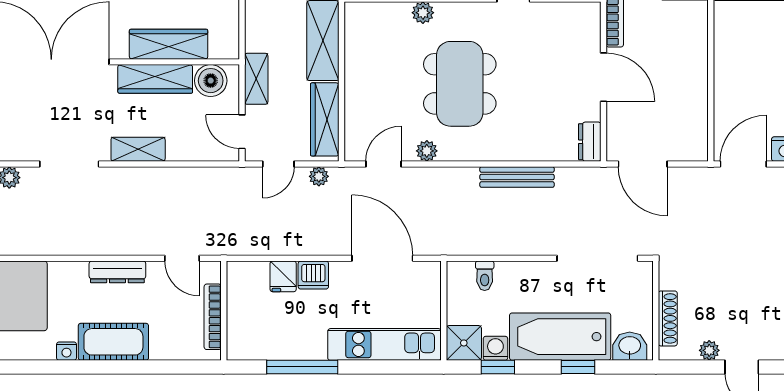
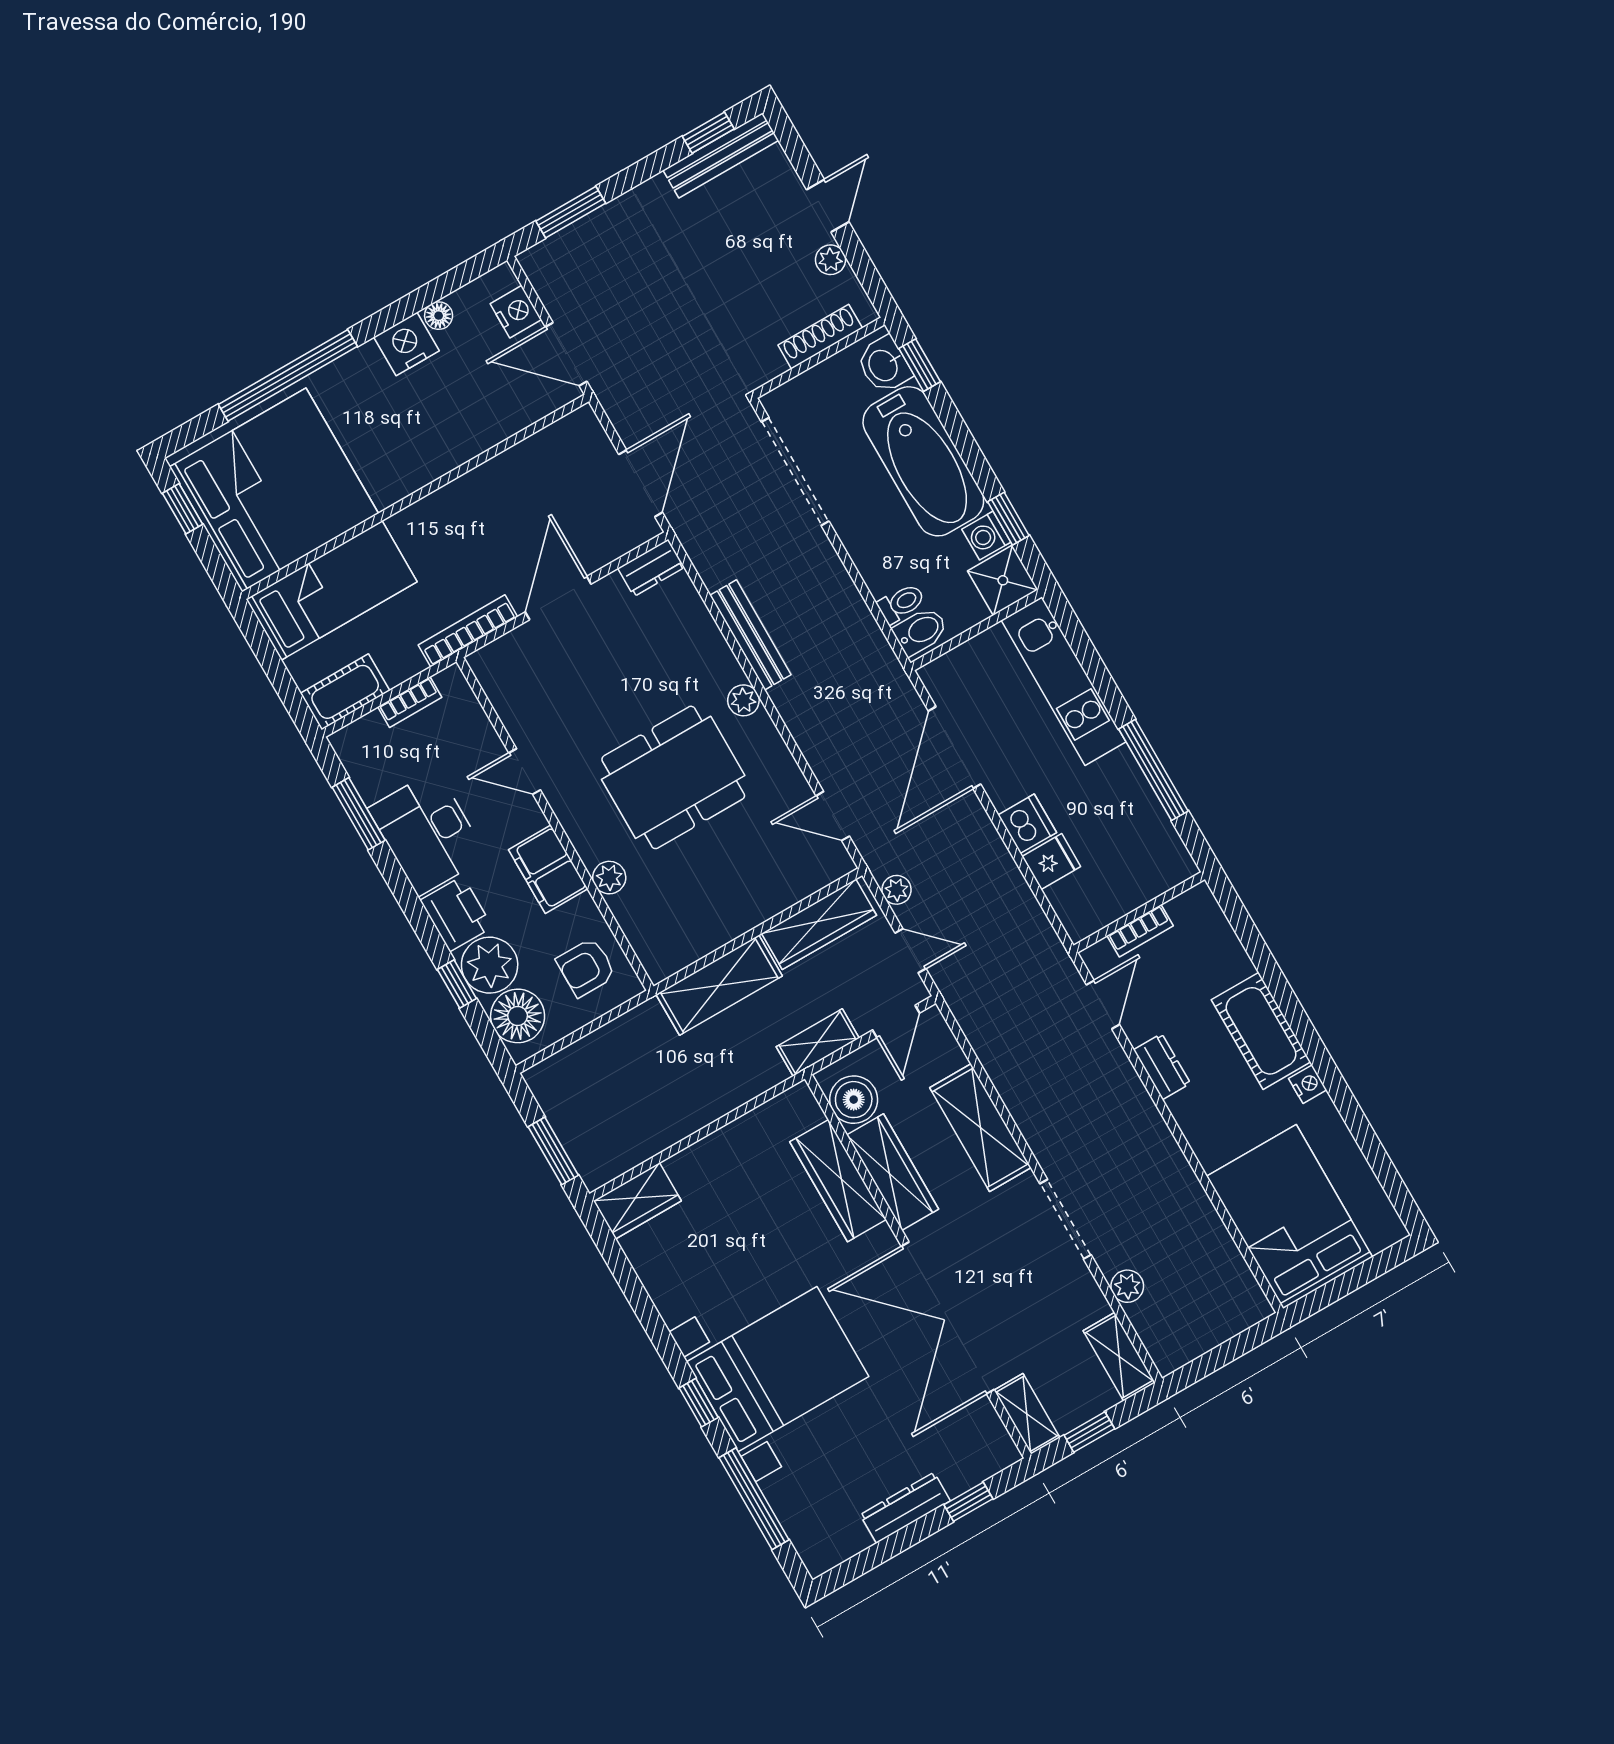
shelving: (138, 149) -> (980, 1128), width x1.50, depth x1.33
plant: (427, 151) -> (743, 700), moved
dresser: (117, 272) -> (1162, 1067), width x0.70
bidet: (462, 278) -> (920, 631), added
bookcase: (213, 317) -> (1140, 931), width x0.64
window: (578, 367) -> (920, 365), moved

